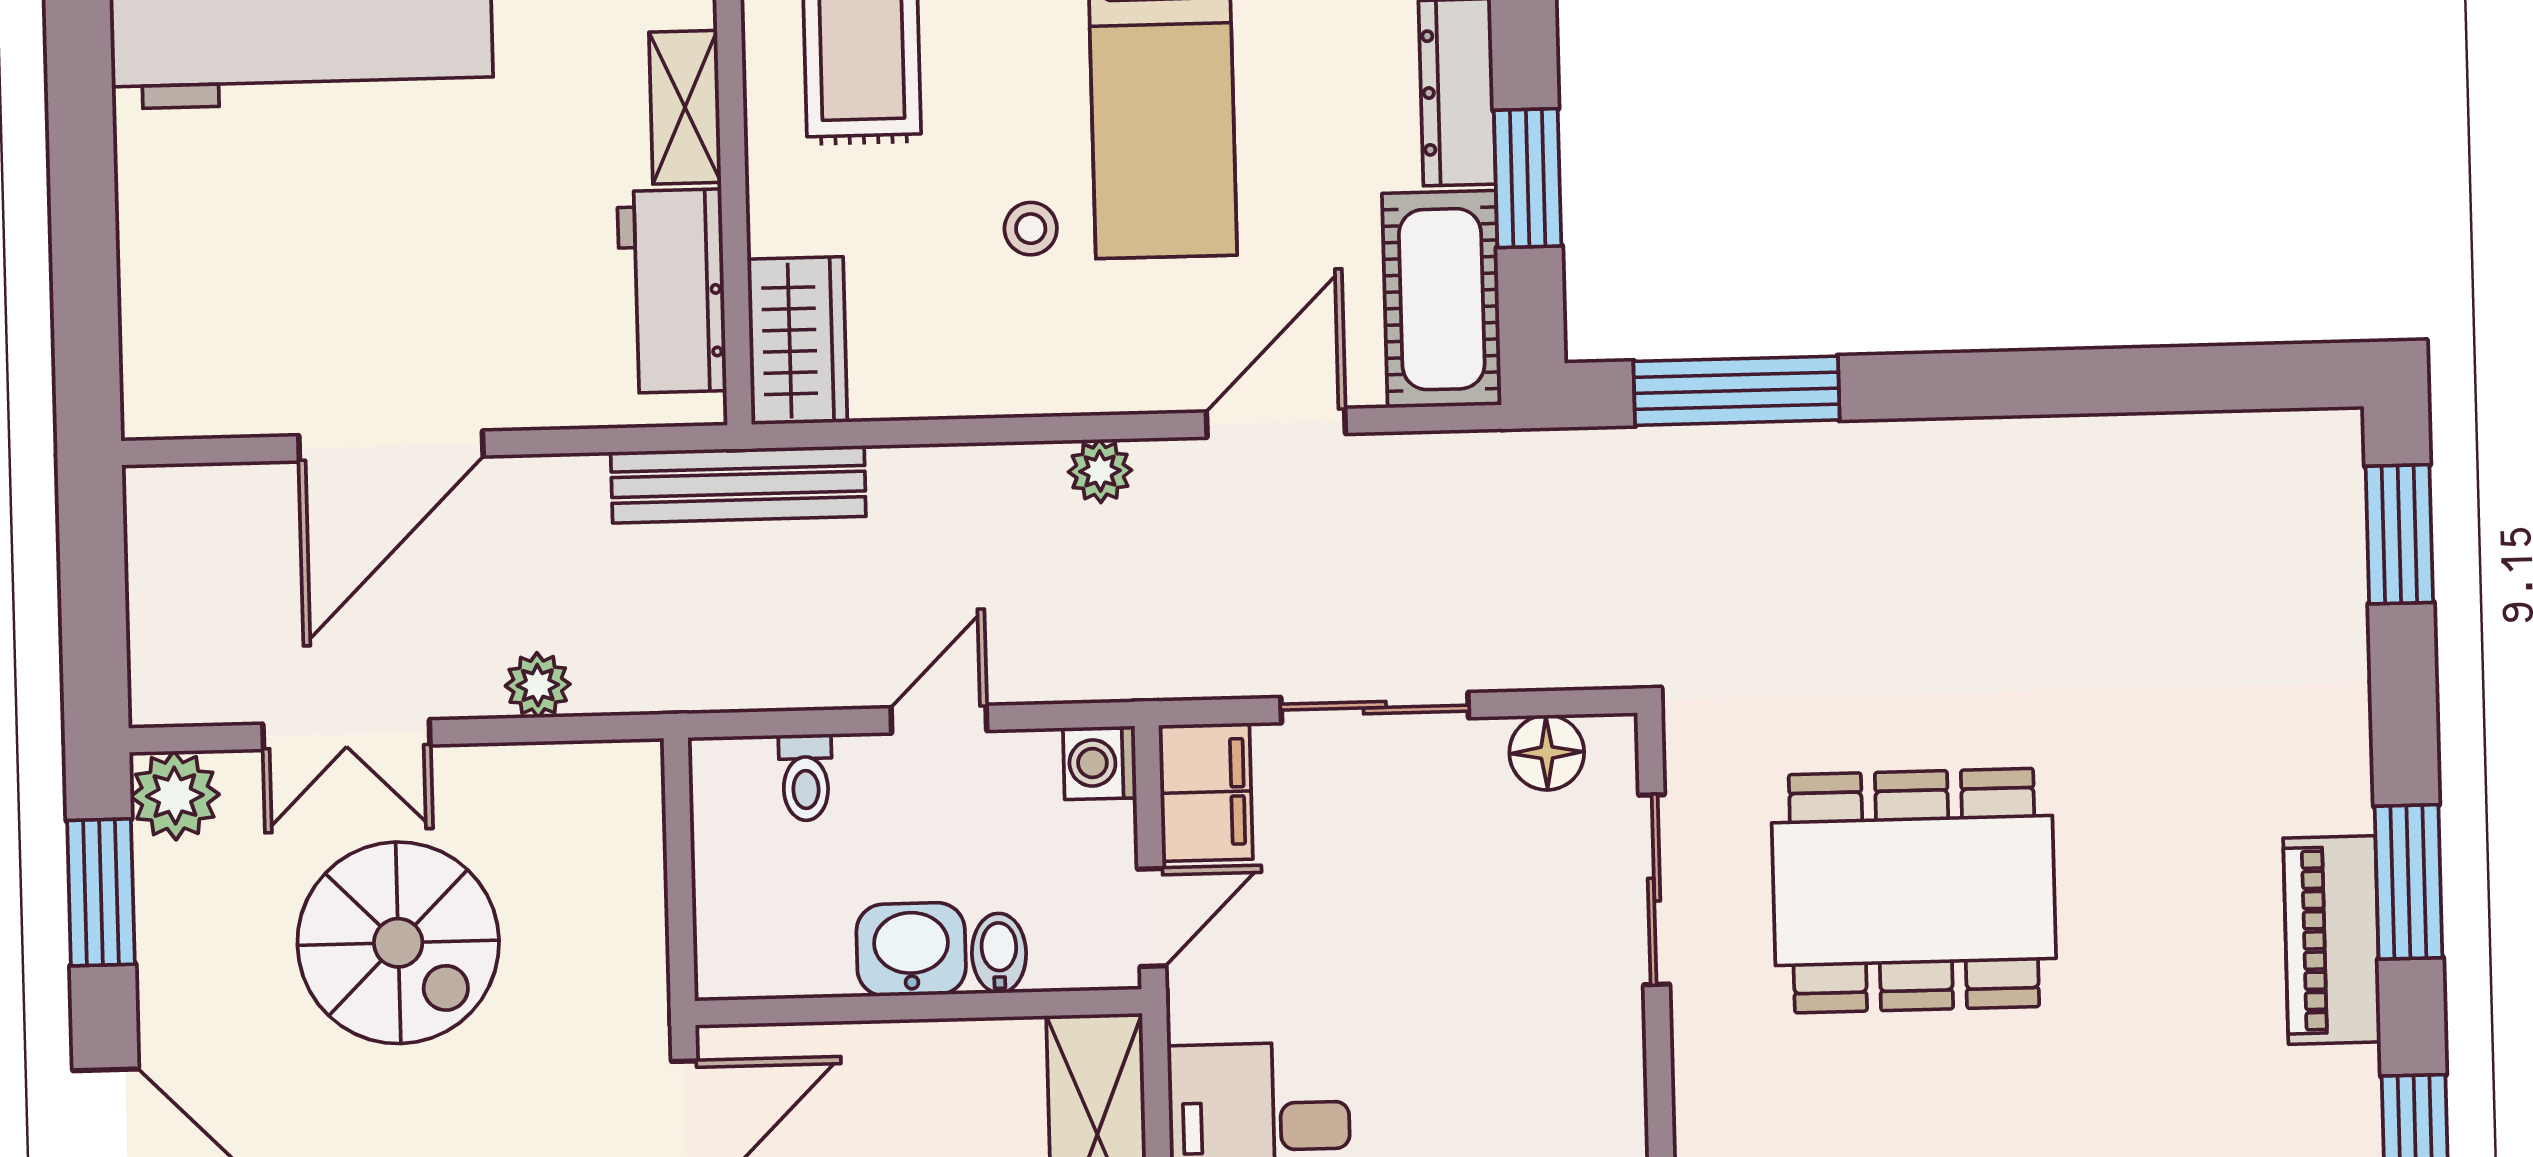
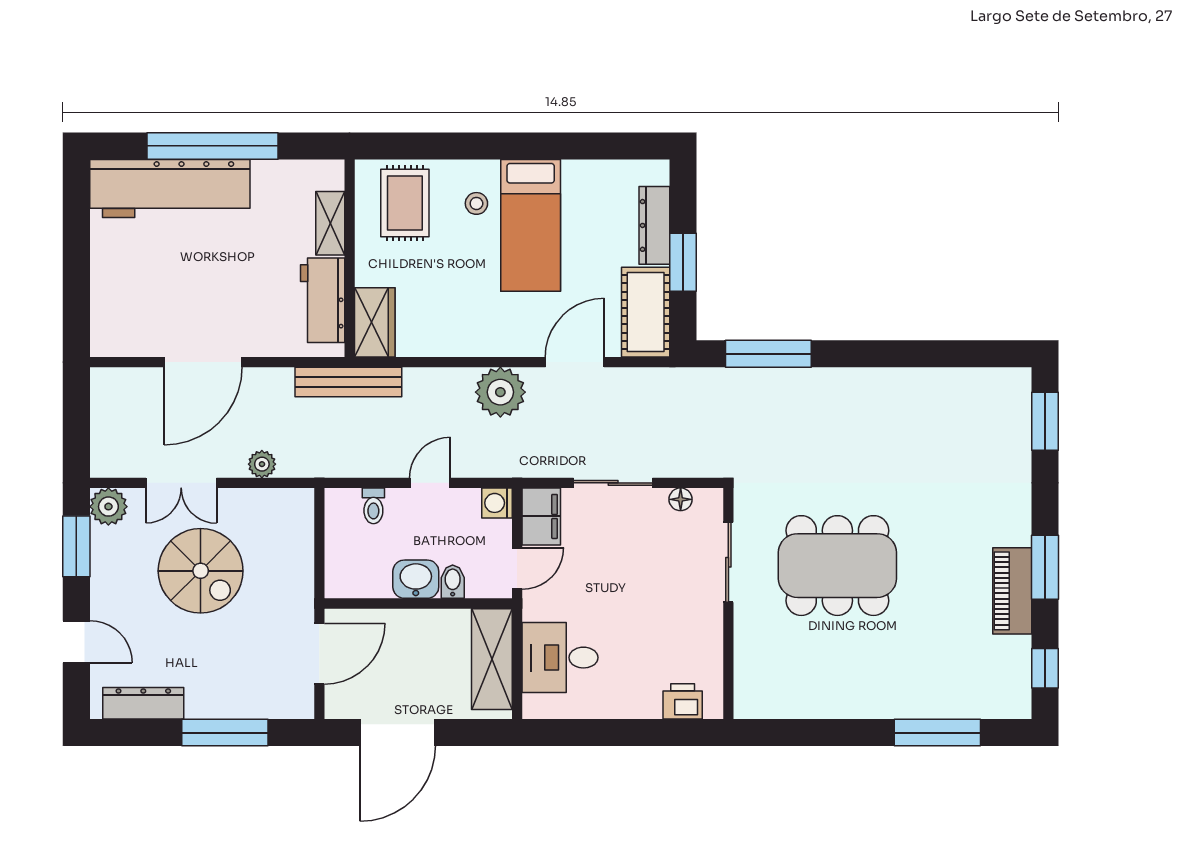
stool: (1031, 229) -> (476, 203), moved
plant: (1100, 471) -> (500, 392), width x1.88, depth x1.88
floor lamp: (1547, 753) -> (681, 499), width x0.73, depth x0.73

